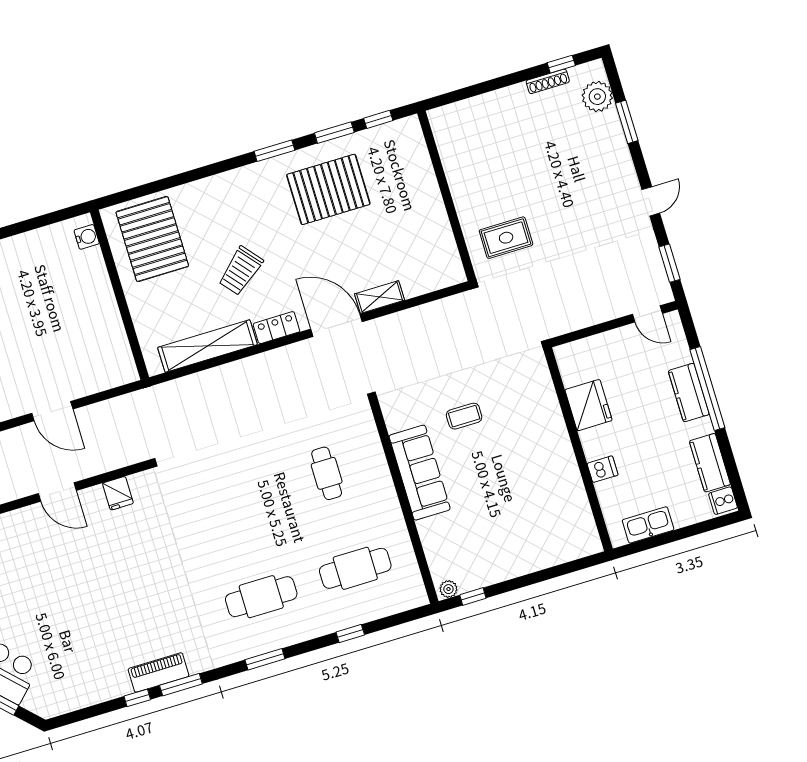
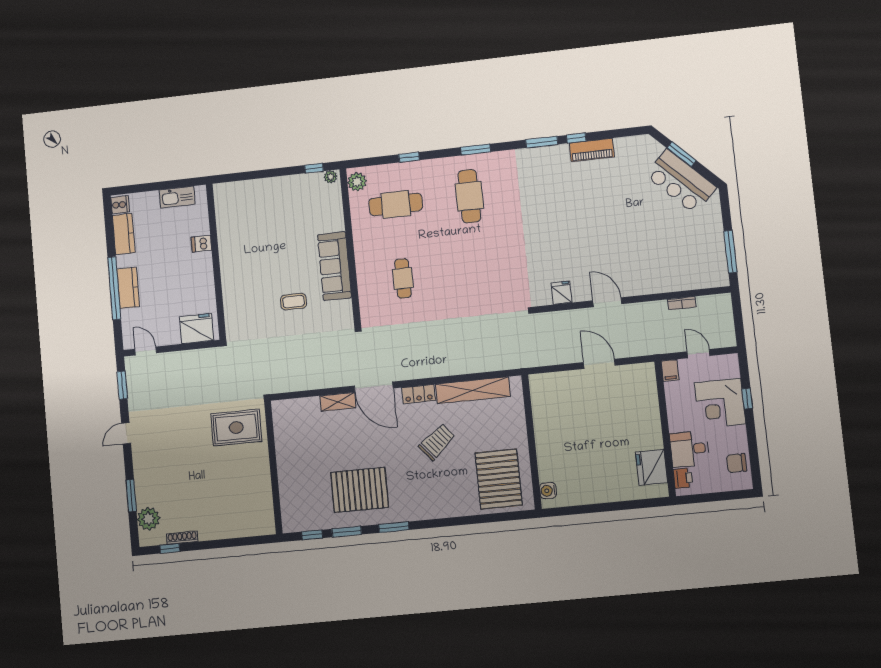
rug: (506, 238) -> (236, 427), width x1.36, depth x1.43
fridge: (588, 405) -> (197, 329), moved, turned 90
plant: (412, 589) -> (357, 182), added
cafe table: (261, 597) -> (469, 196), turned 90
piano: (159, 672) -> (592, 150), moved

